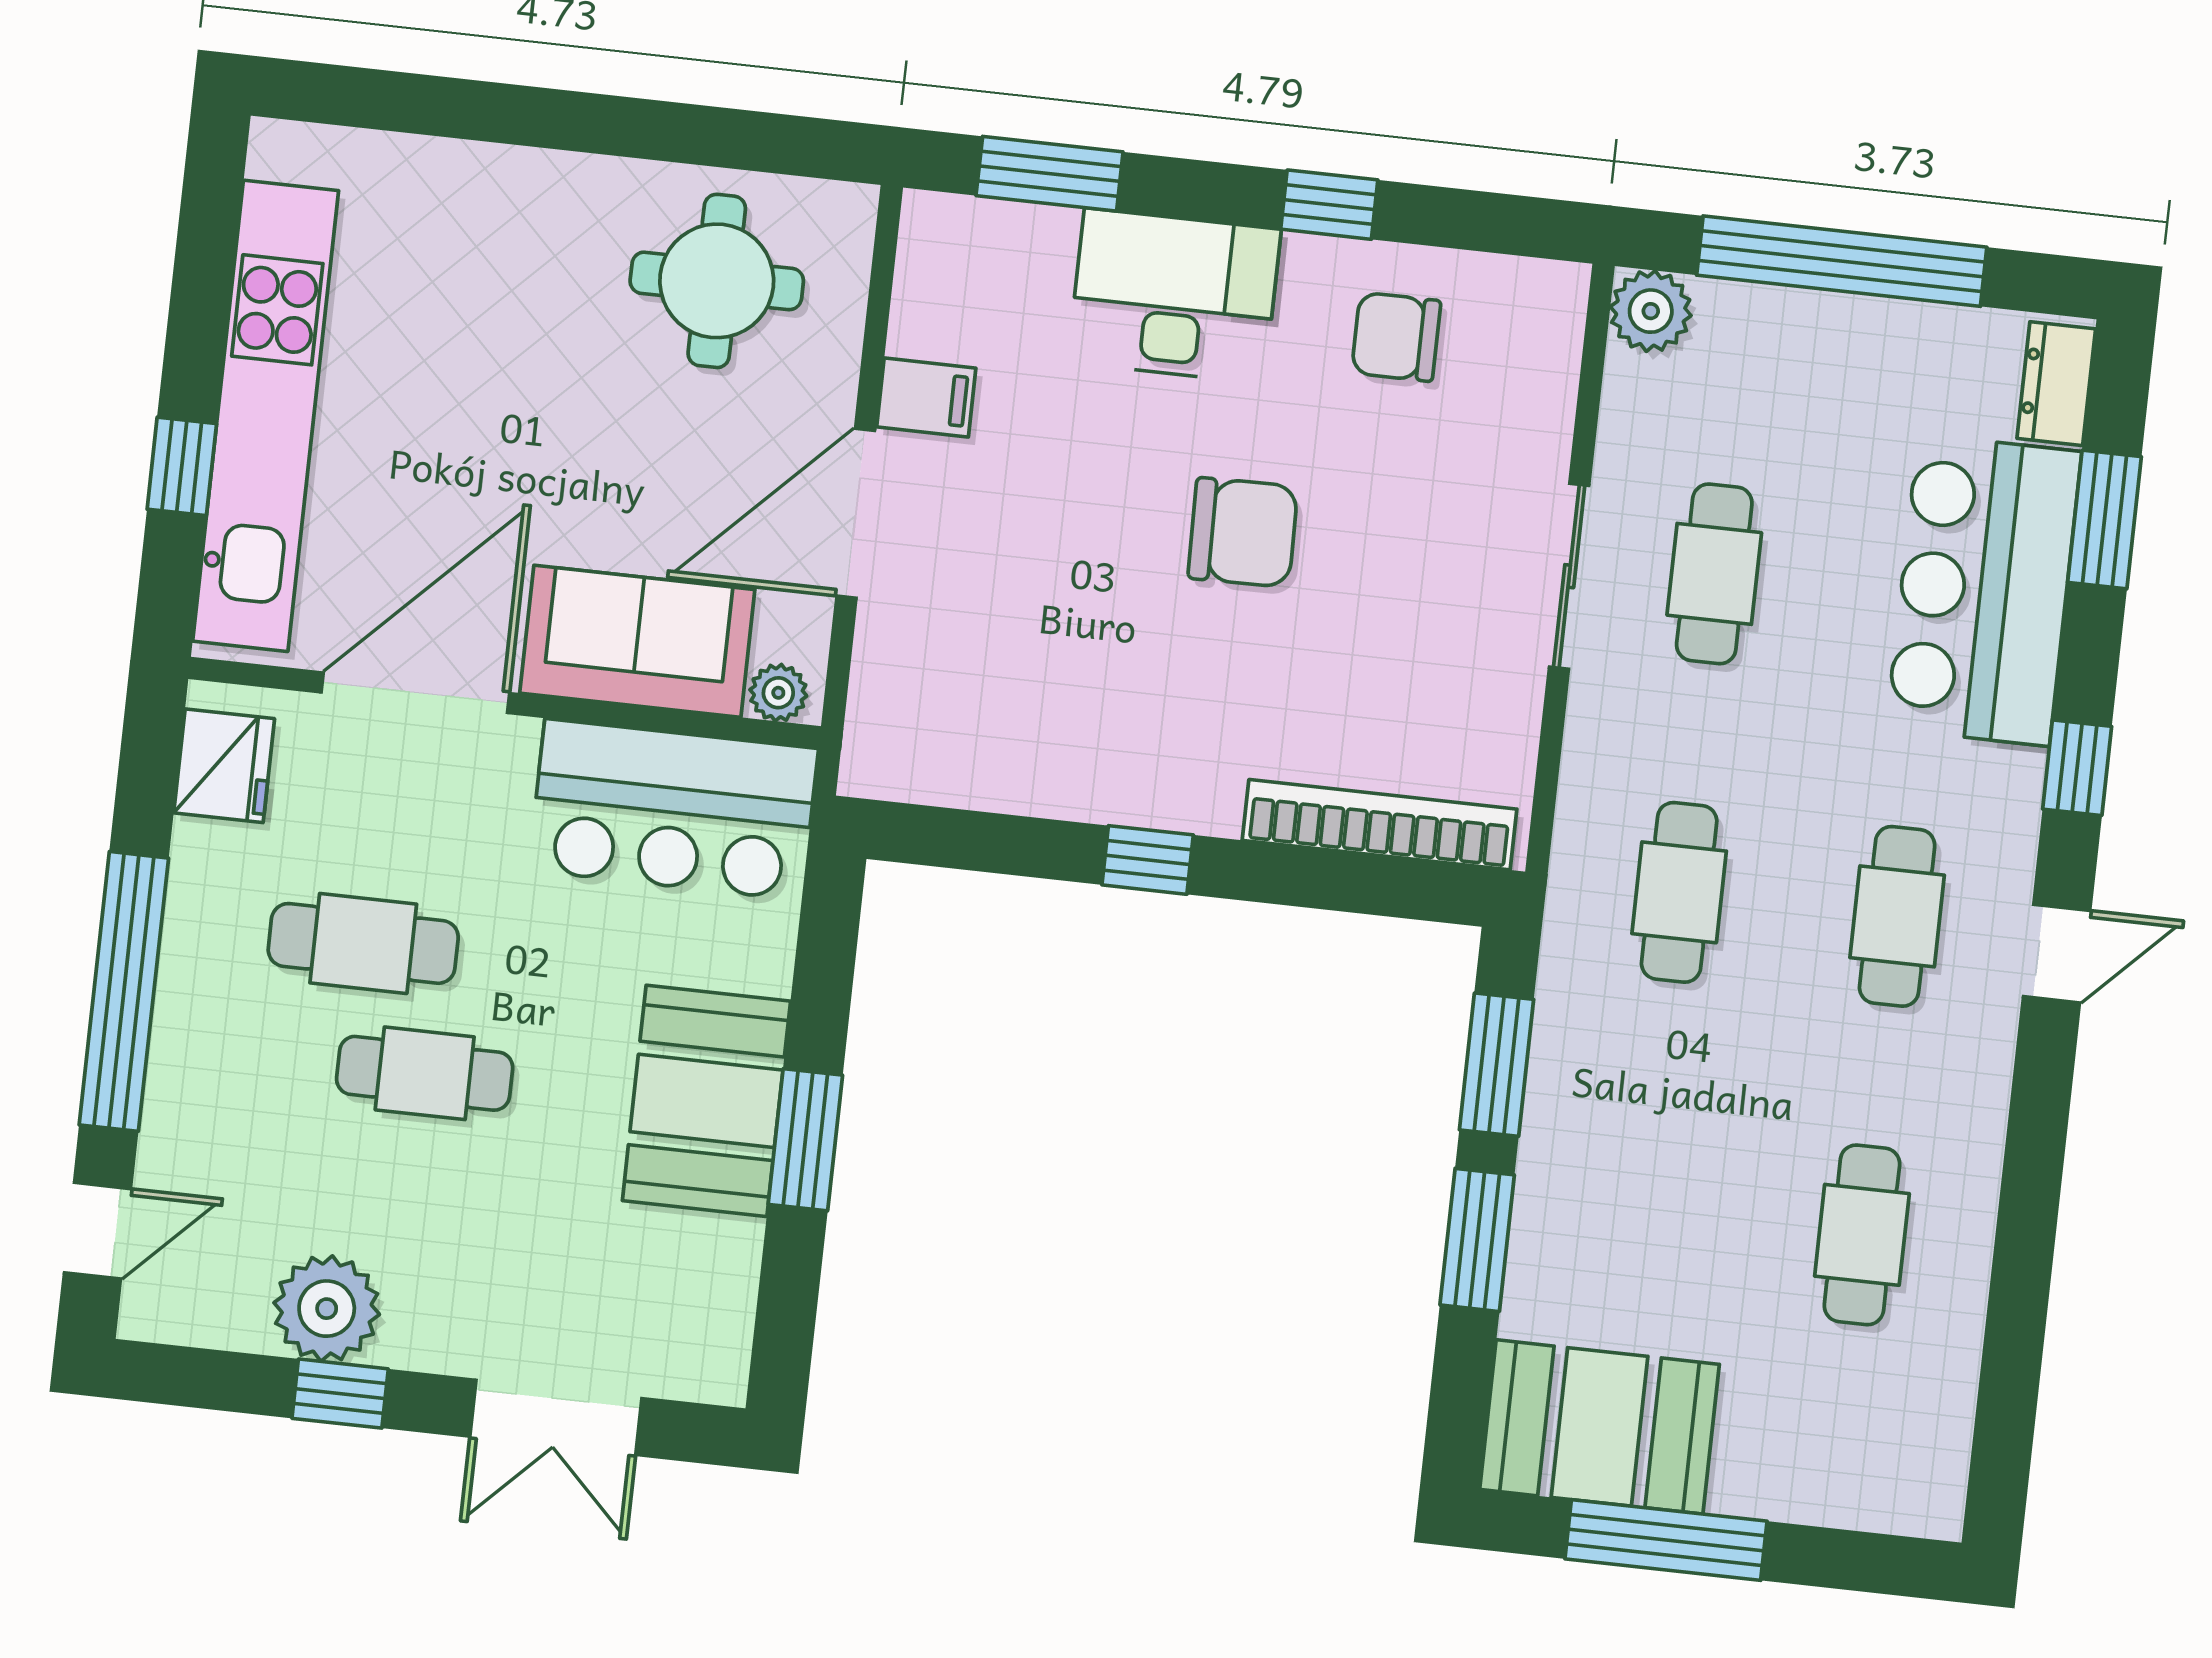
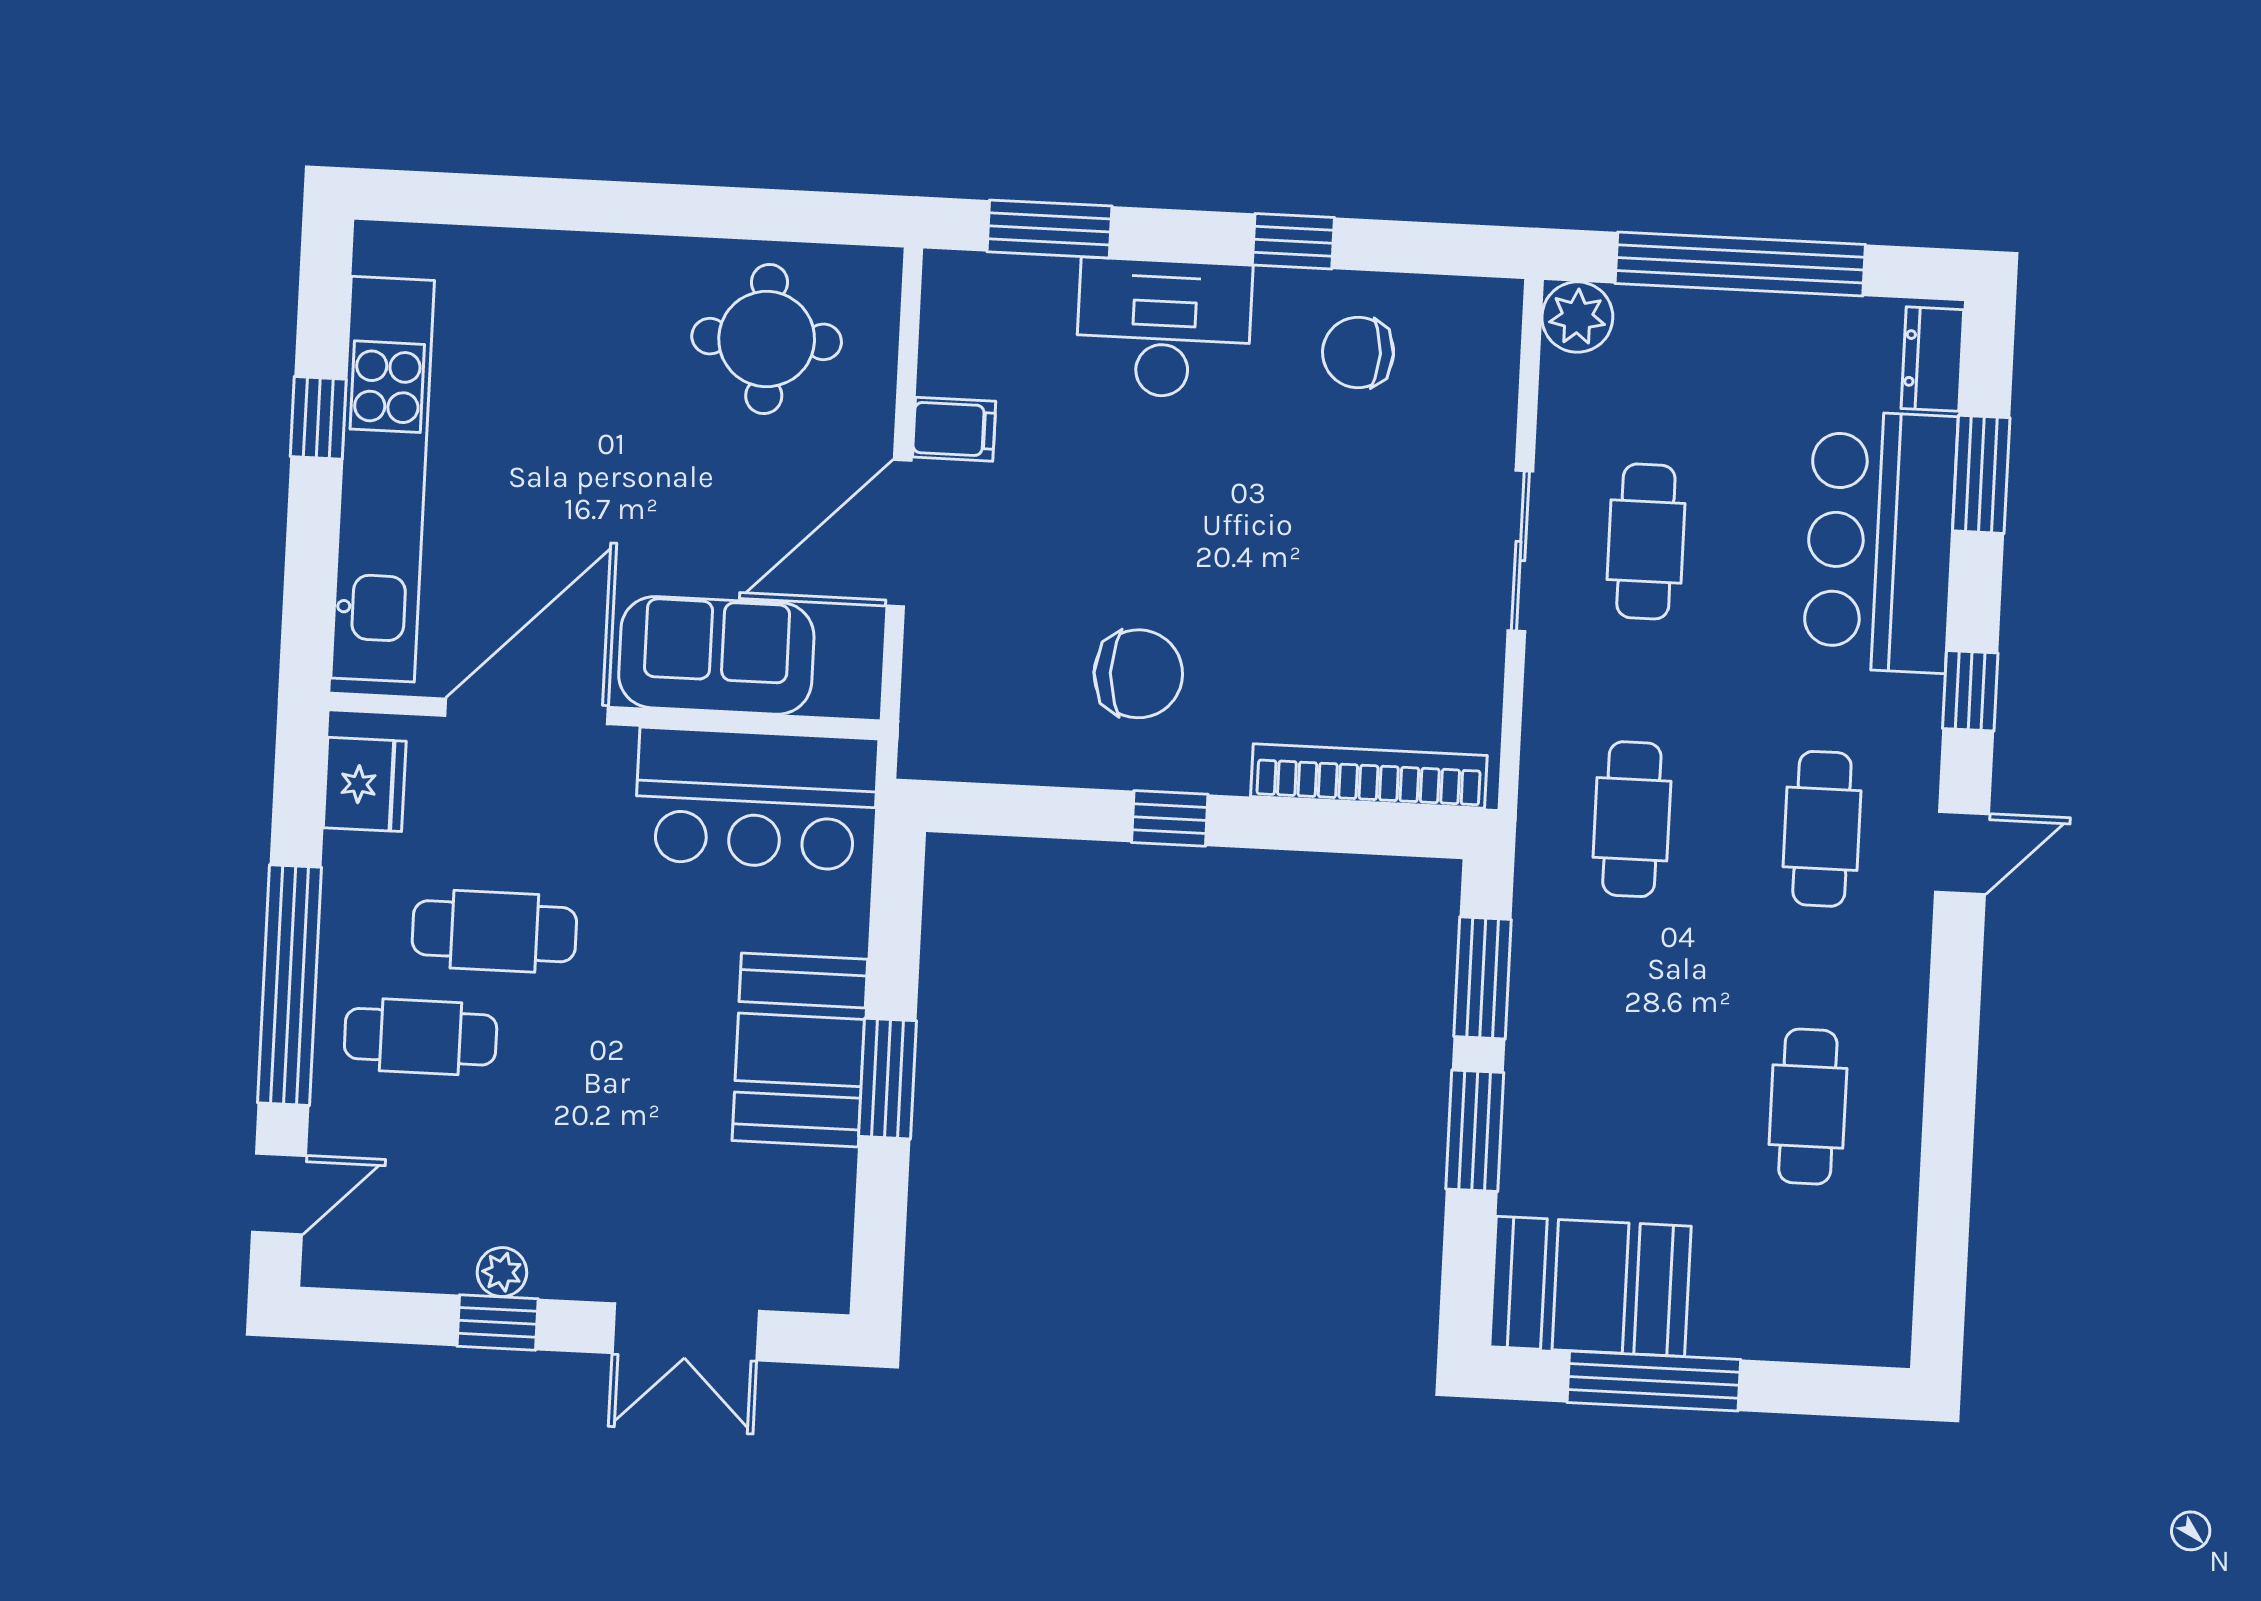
window: (182, 466) -> (318, 418), moved
chair: (1243, 532) -> (1138, 674), moved
plant: (778, 693) -> (841, 693), removed
cafe table: (425, 1073) -> (421, 1037), moved
plant: (327, 1309) -> (502, 1272), width x0.53, depth x0.53

